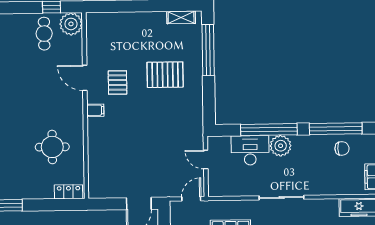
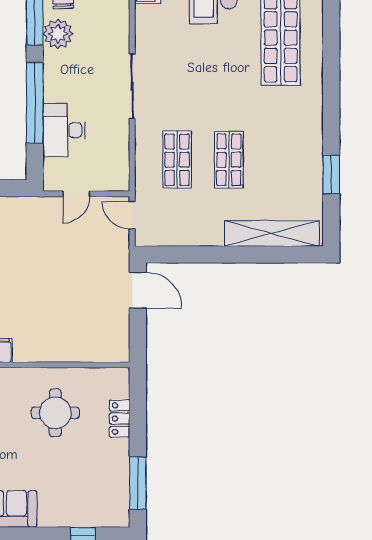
plant: (281, 146) -> (58, 34), moved
locker: (69, 192) -> (120, 419), moved

